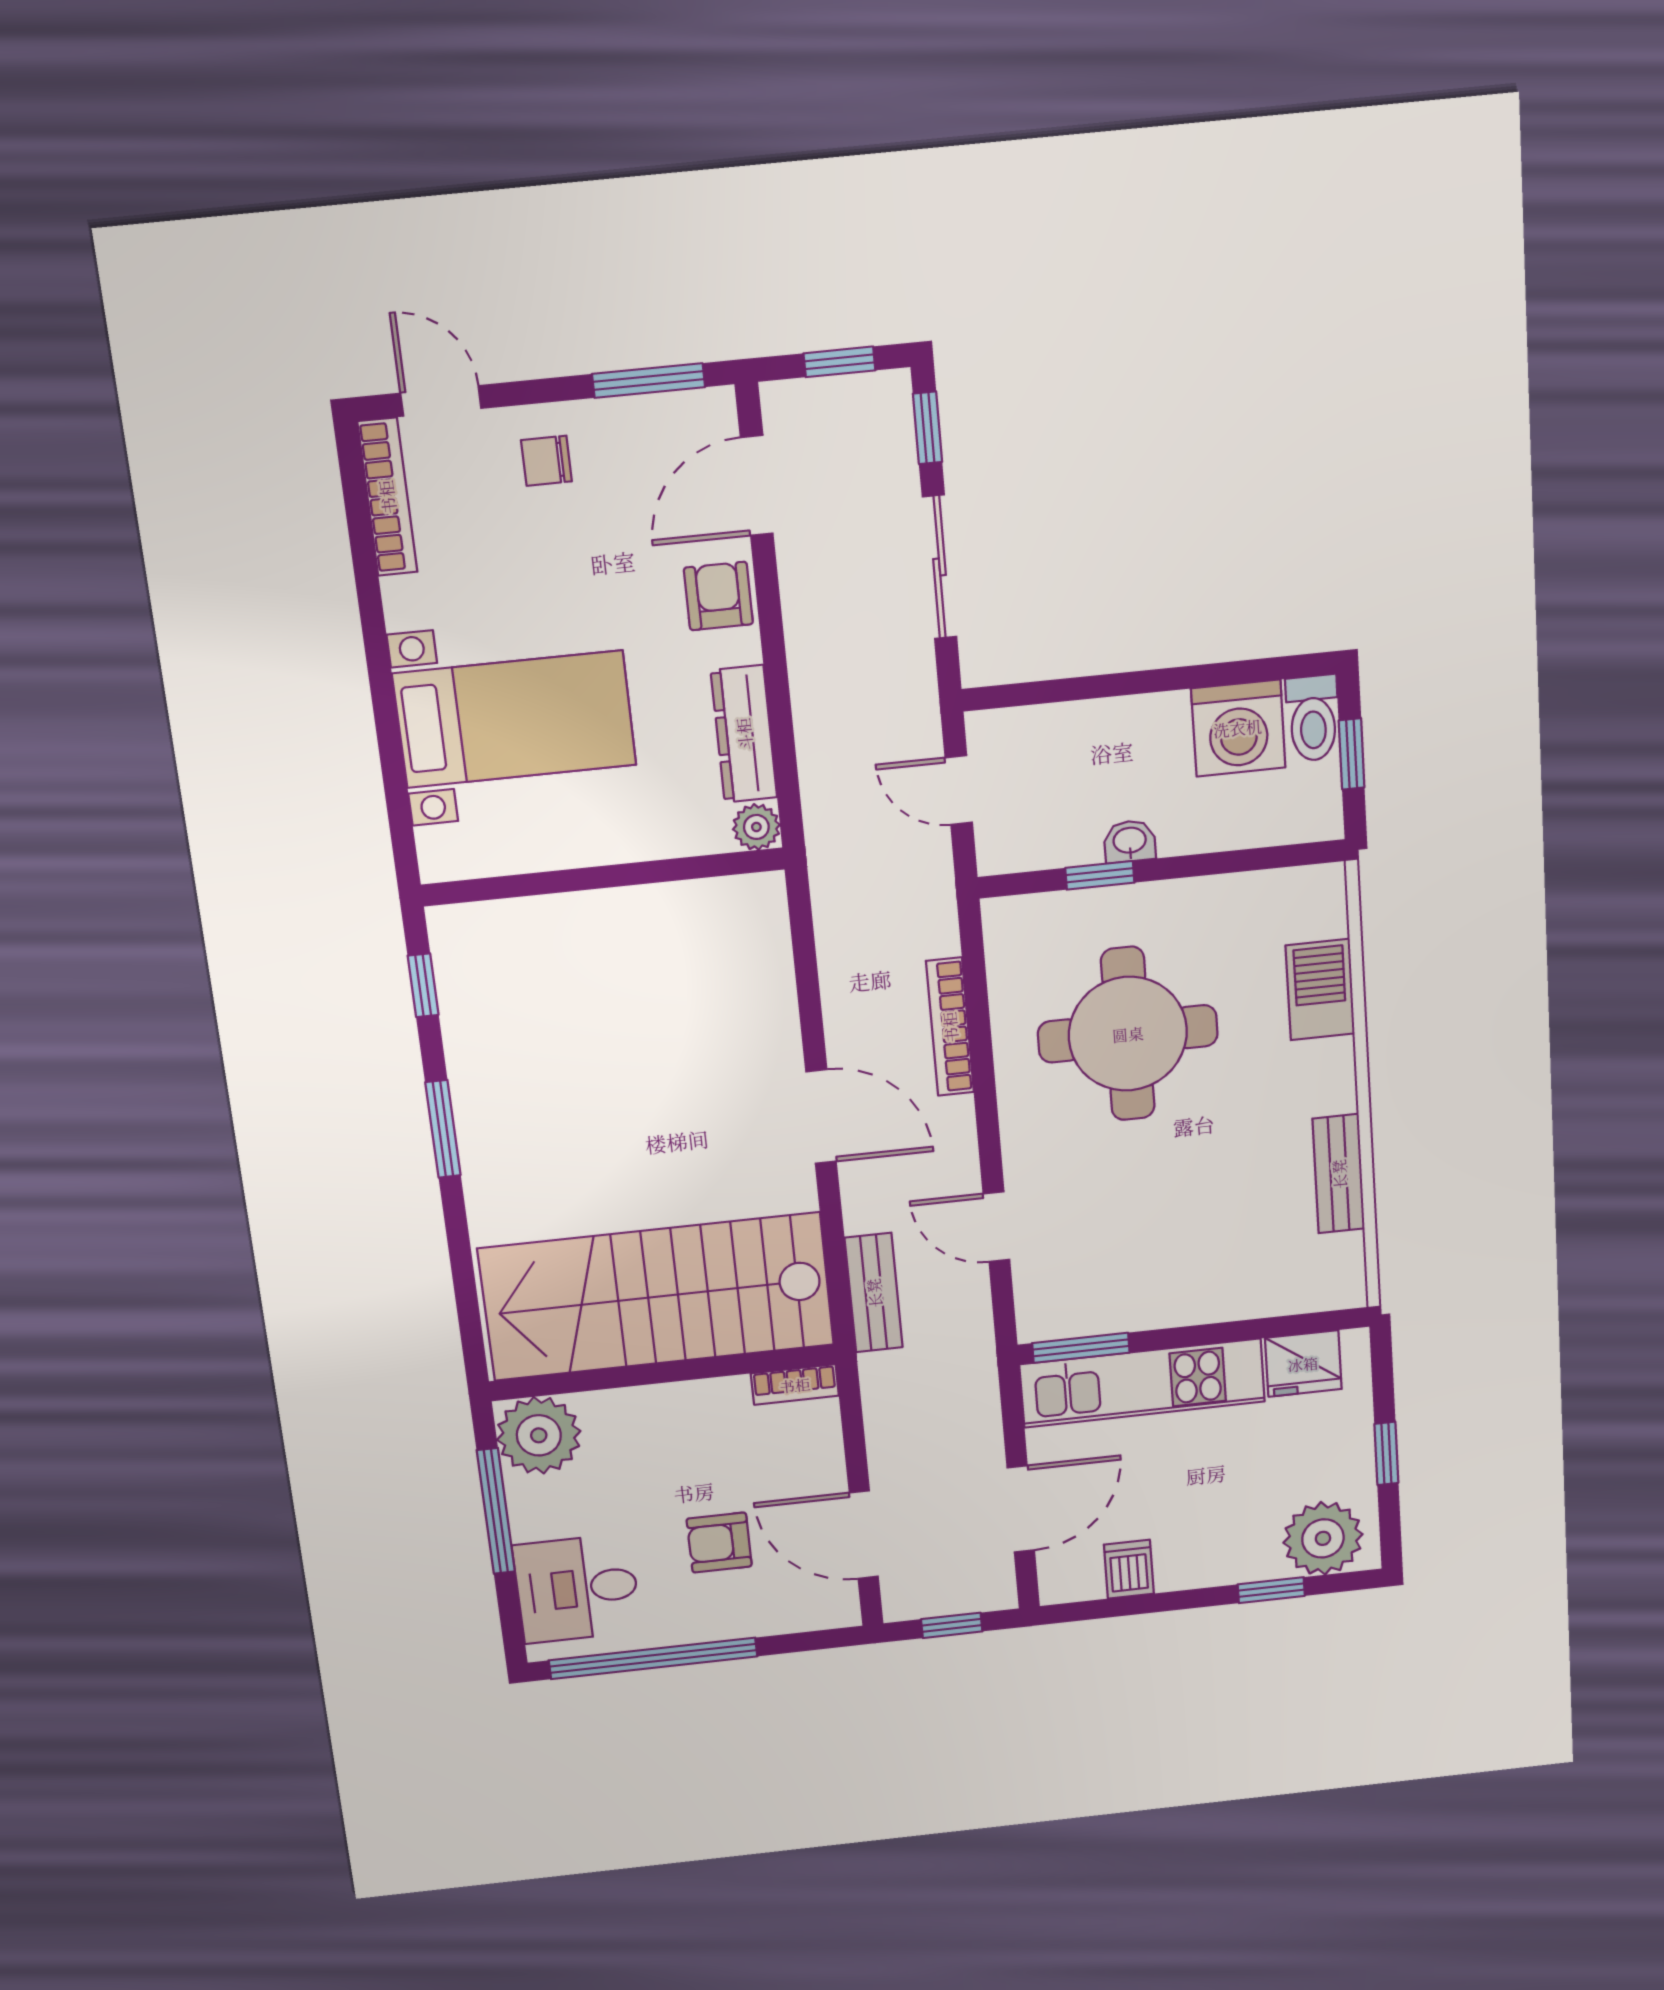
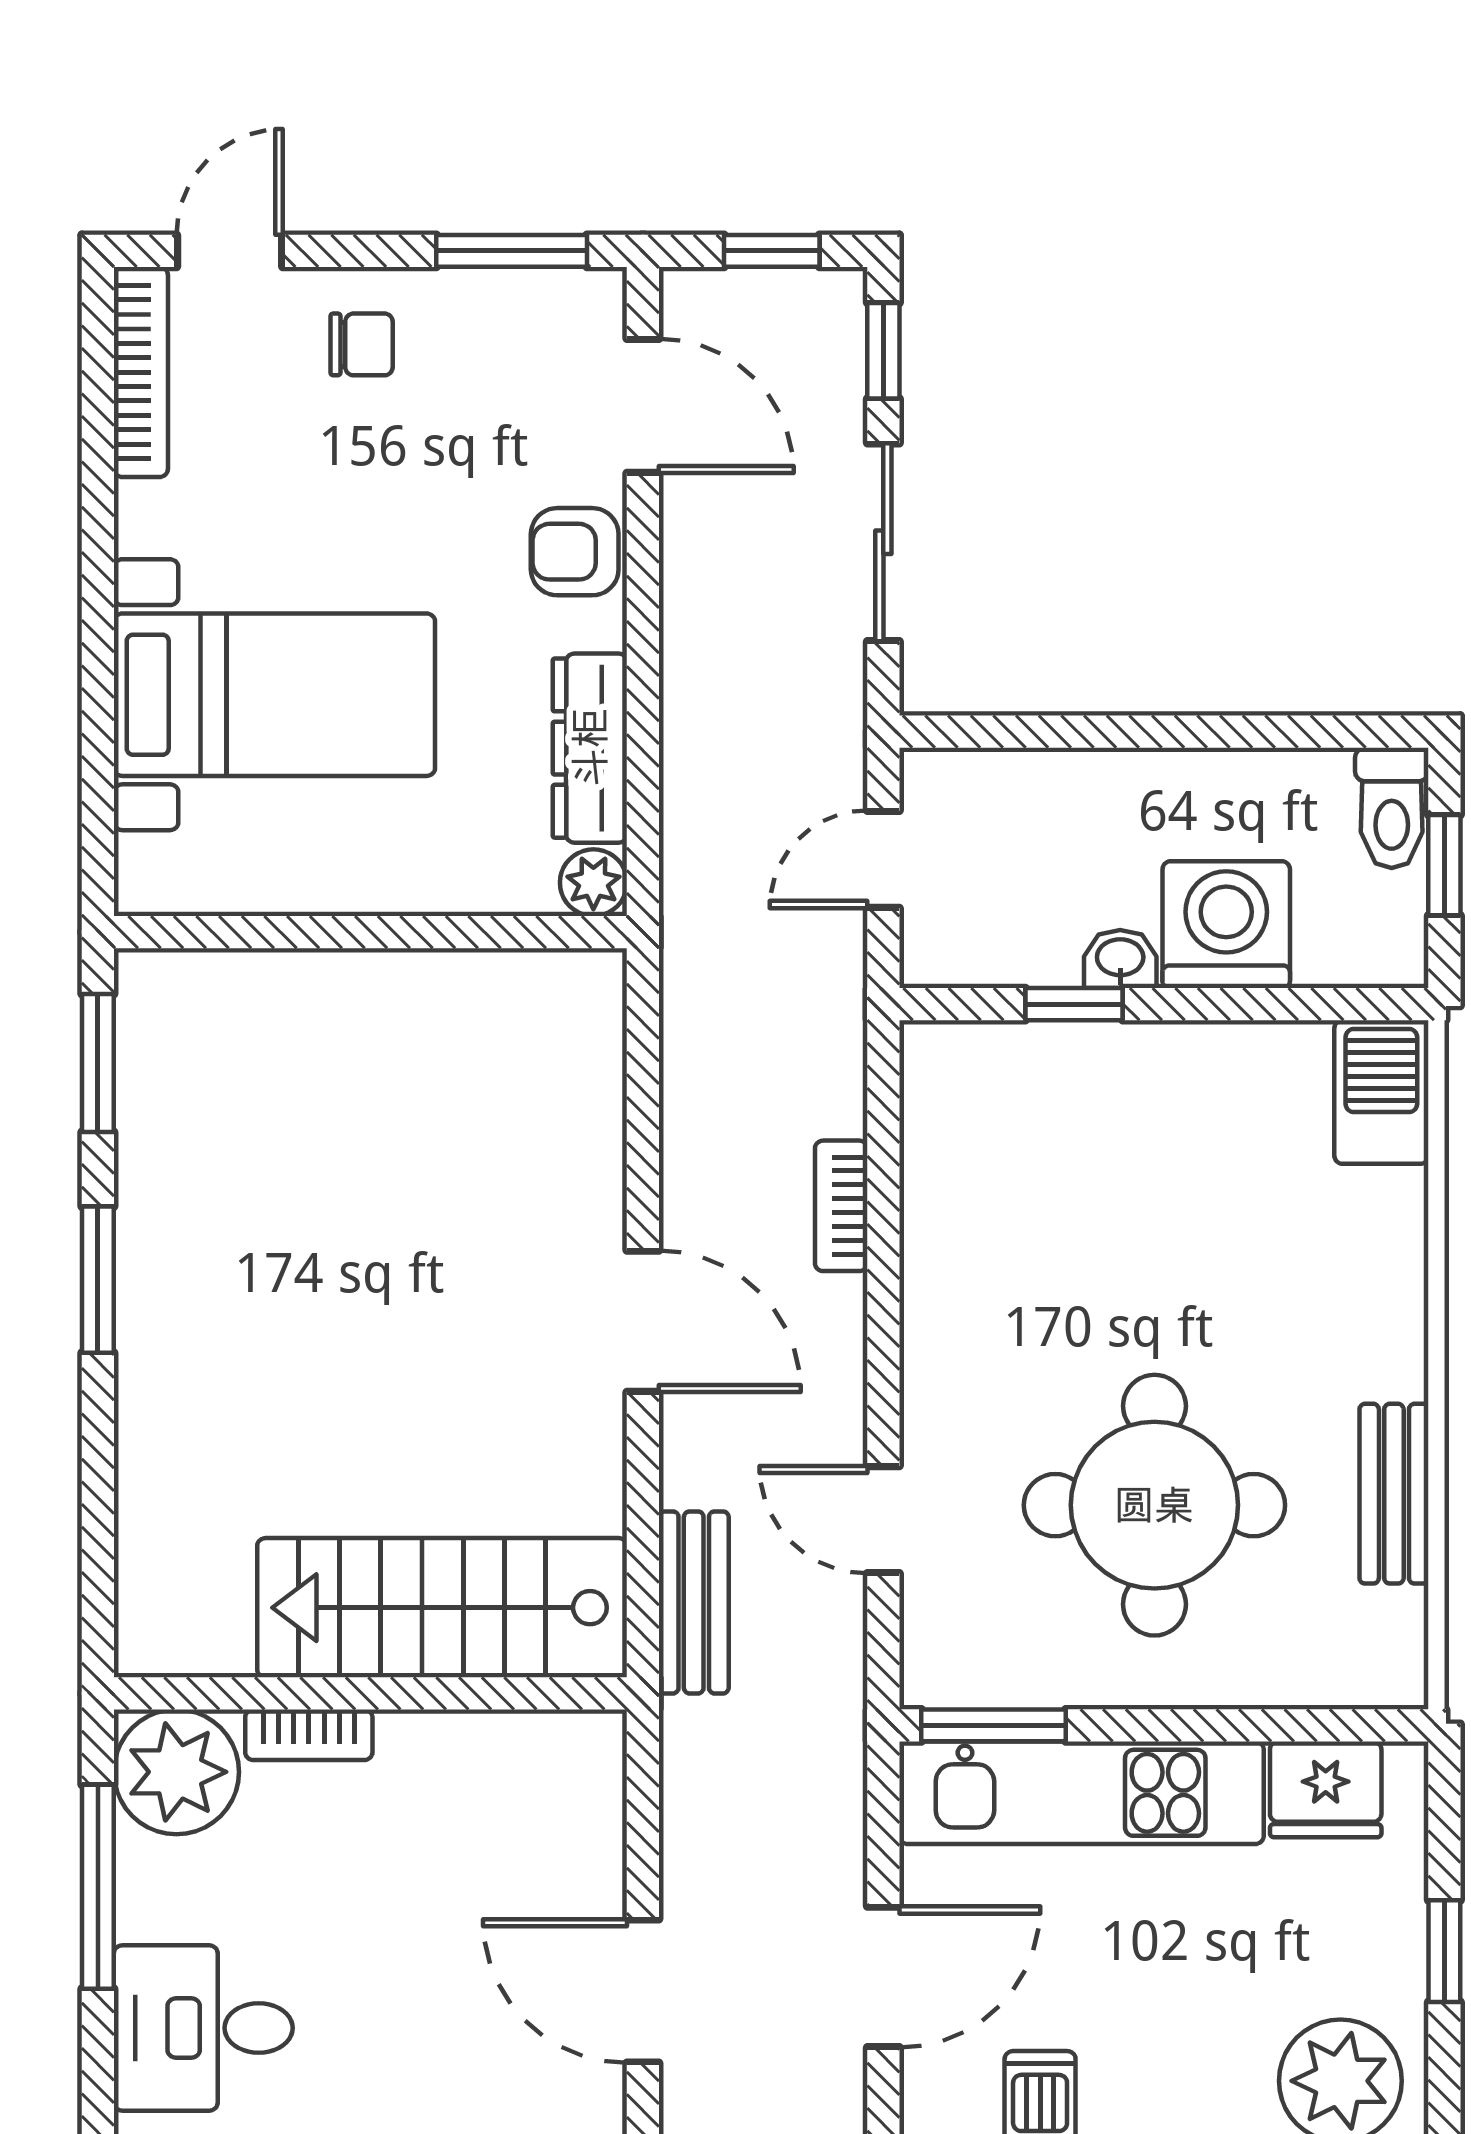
door: (441, 401) -> (230, 251), hinge flipped
chair: (546, 461) -> (362, 344), turned 180
door: (757, 486) -> (643, 406), swing flipped
armchair: (718, 596) -> (575, 552), turned -90
washing machine: (1238, 728) -> (1226, 925), moved, turned 180
door: (959, 790) -> (883, 859), hinge flipped
window: (423, 985) -> (98, 1063), width x1.50
barbecue: (1320, 990) -> (1381, 1092), moved
bookcase: (950, 1027) -> (841, 1206), width x0.64
round table: (1128, 1034) -> (1154, 1505), moved
stairs: (657, 1297) -> (442, 1608), width x0.73, depth x0.66
bookcase: (795, 1385) -> (309, 1735), moved
armchair: (719, 1543) -> (424, 1978), removed

